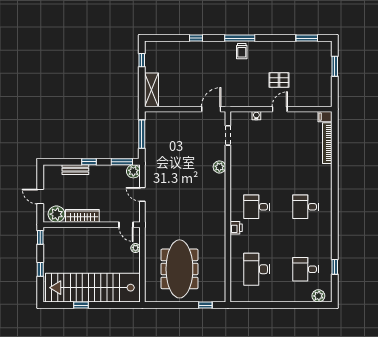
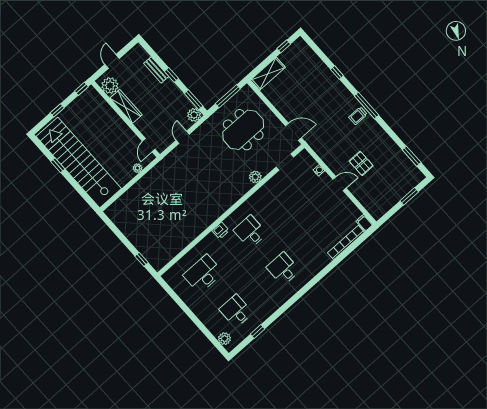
meeting table: (179, 269) -> (243, 130), moved, width x0.73

